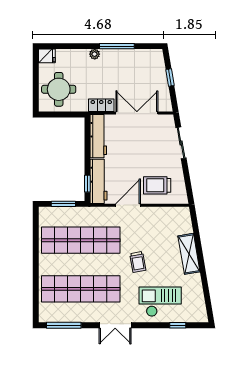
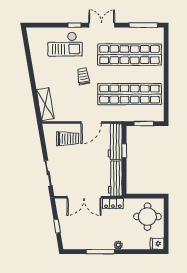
window: (87, 184) -> (124, 151), moved
shelving: (189, 254) -> (45, 104), moved
window: (178, 325) -> (75, 25), moved

